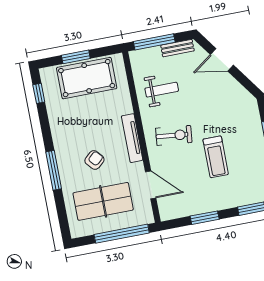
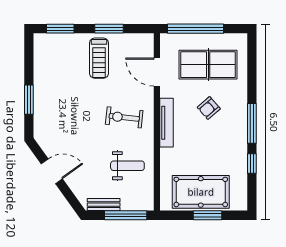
door: (222, 60) -> (52, 171), moved
weight bench: (162, 90) -> (127, 166), turned 180
window: (39, 93) -> (252, 164), moved
treadmill: (216, 157) -> (99, 58), moved, turned 180
window: (54, 170) -> (252, 123), moved

